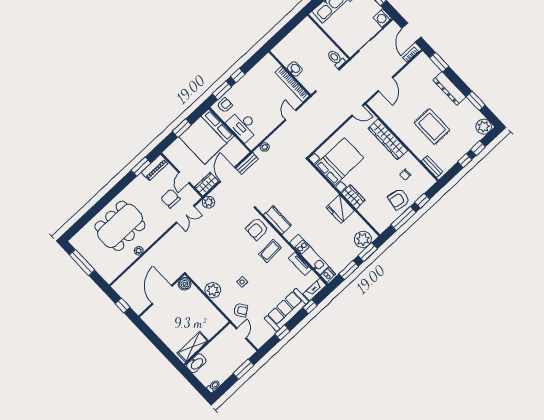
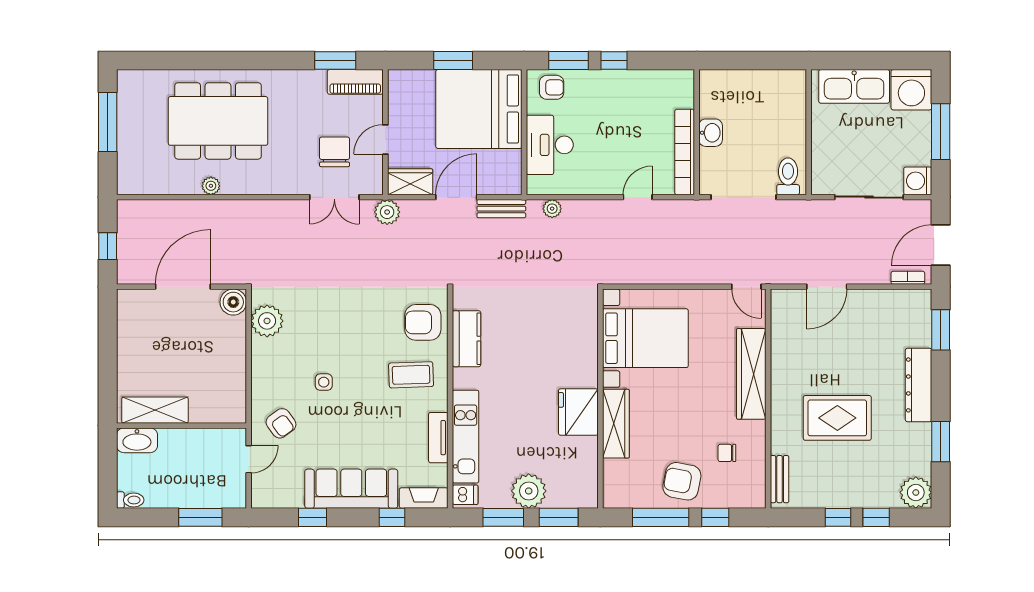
rug: (432, 126) -> (837, 418), turned 90
wardrobe: (353, 197) -> (616, 424), width x1.50
plant: (363, 239) -> (529, 491), moved
plant: (213, 290) -> (267, 321), moved

